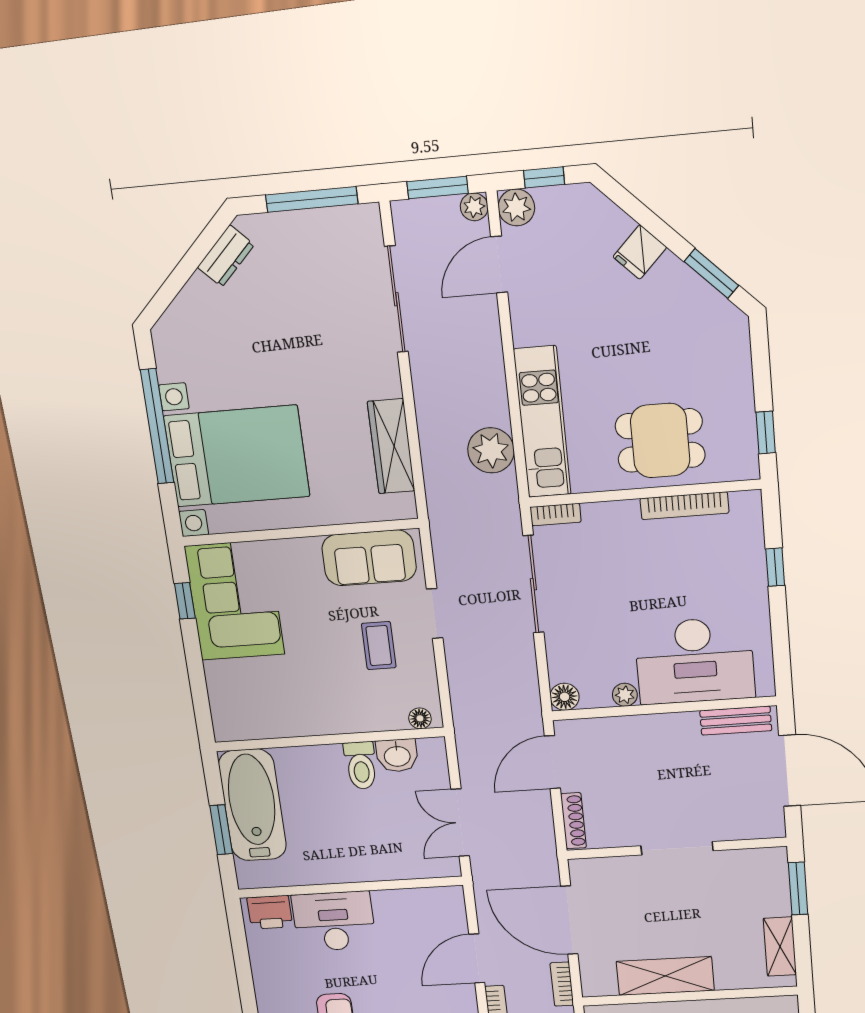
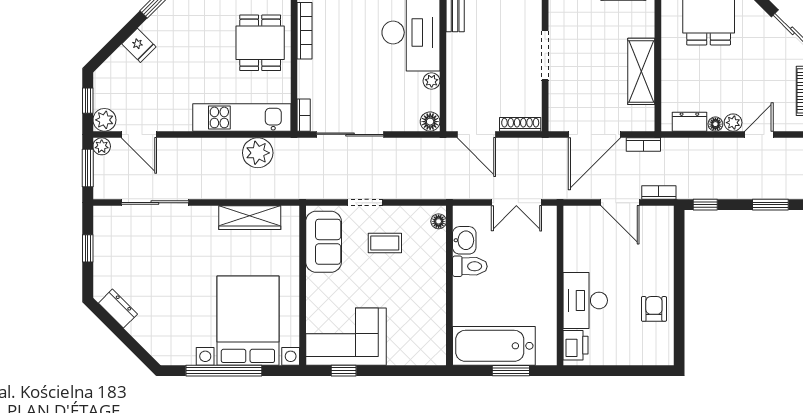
window: (312, 199) -> (88, 248), width x0.46

